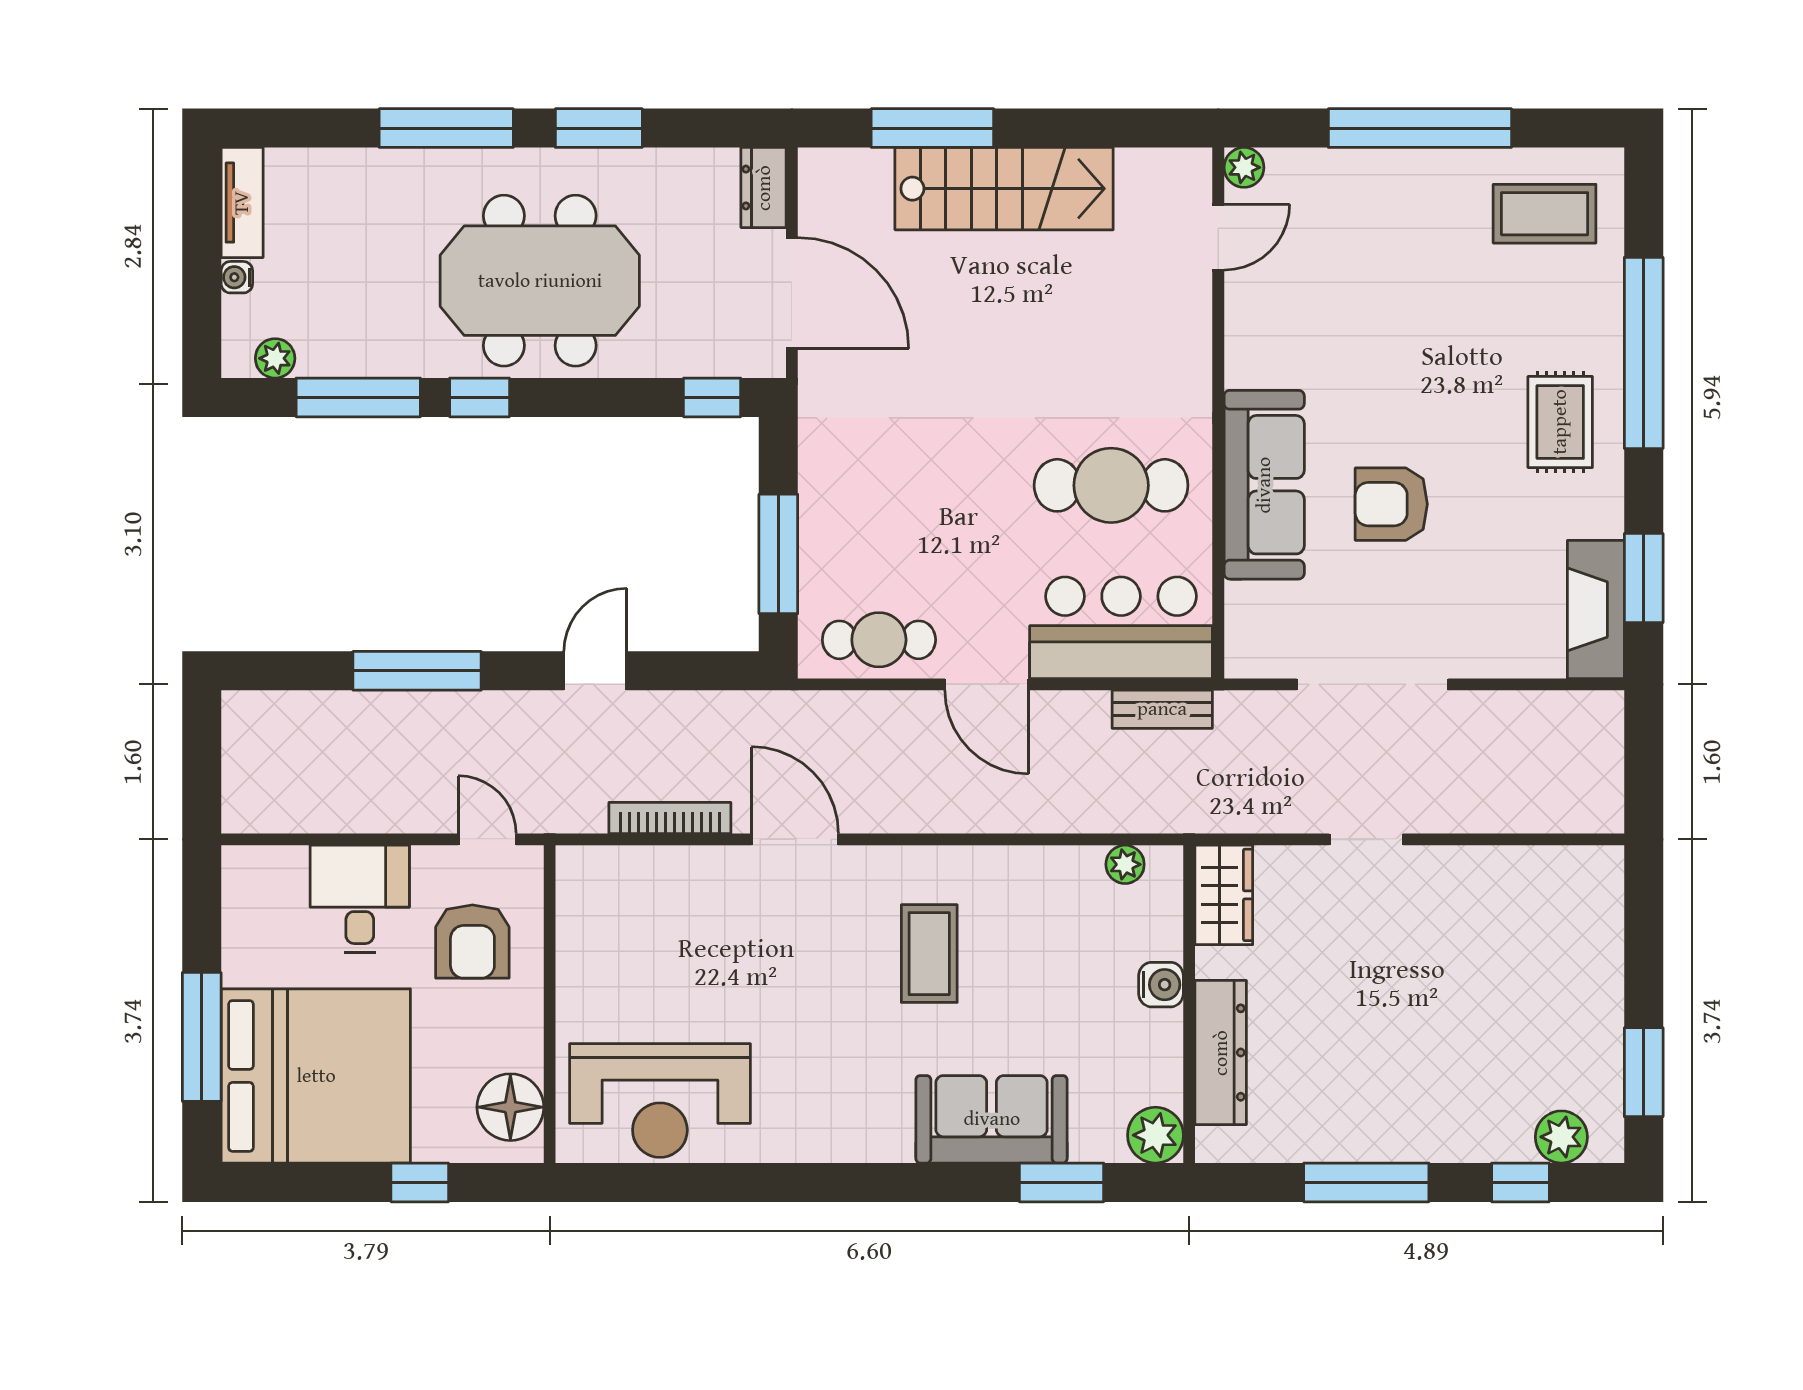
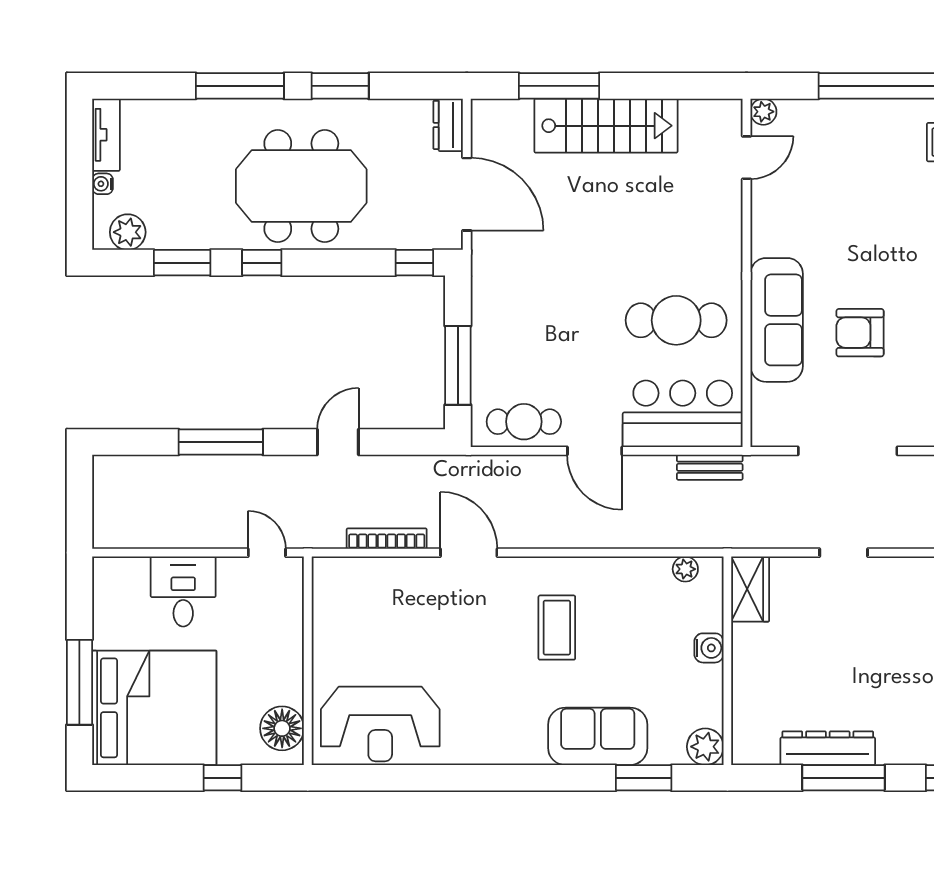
plant: (275, 358) -> (128, 232), width x1.38, depth x1.38
window: (358, 397) -> (182, 263), width x0.69
armchair: (472, 942) -> (257, 620), removed
dresser: (1221, 1053) -> (828, 748), moved, turned -90

